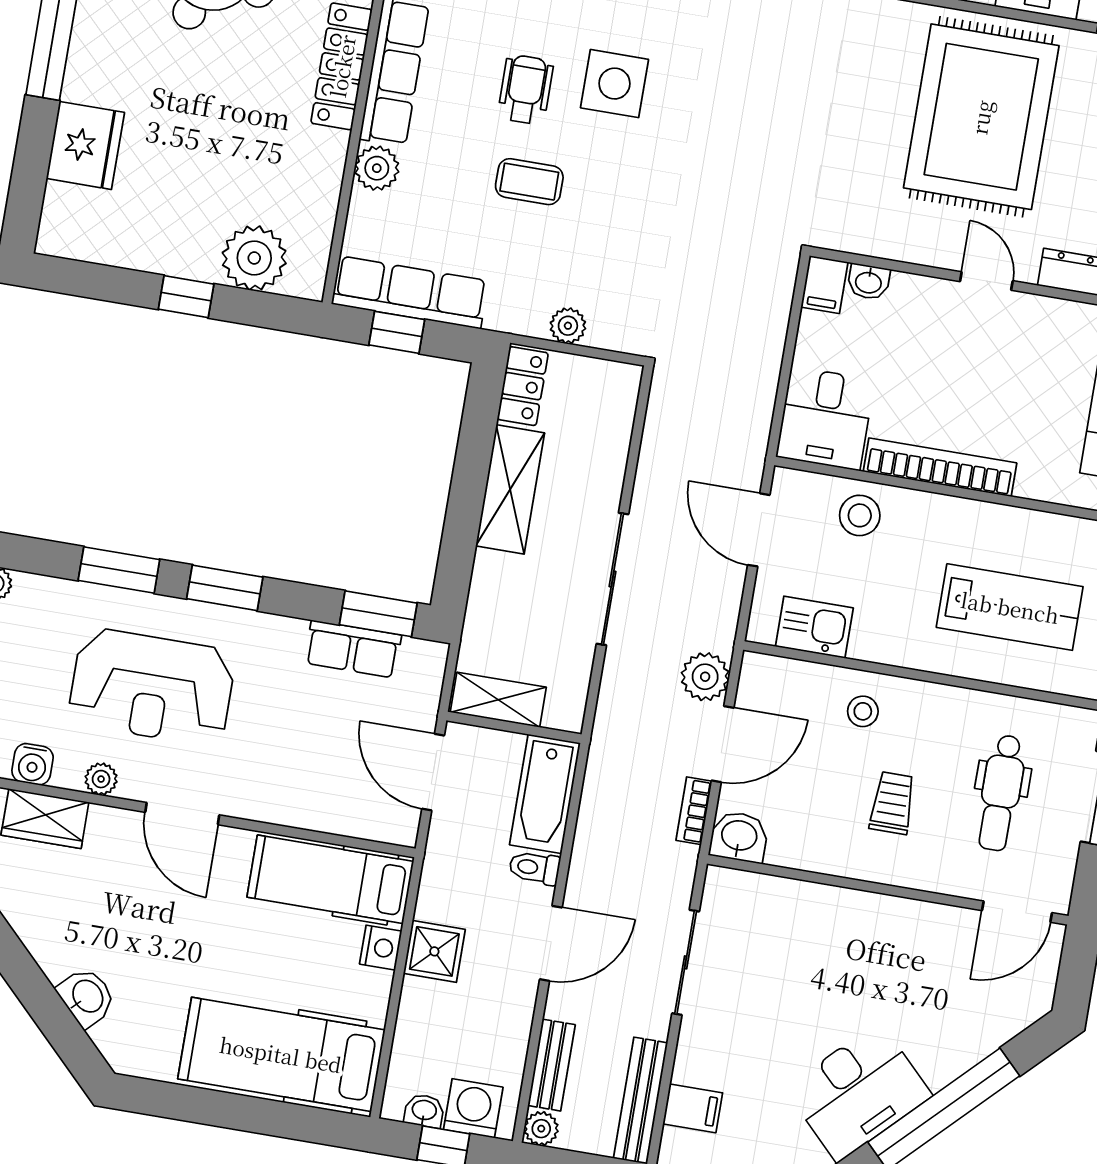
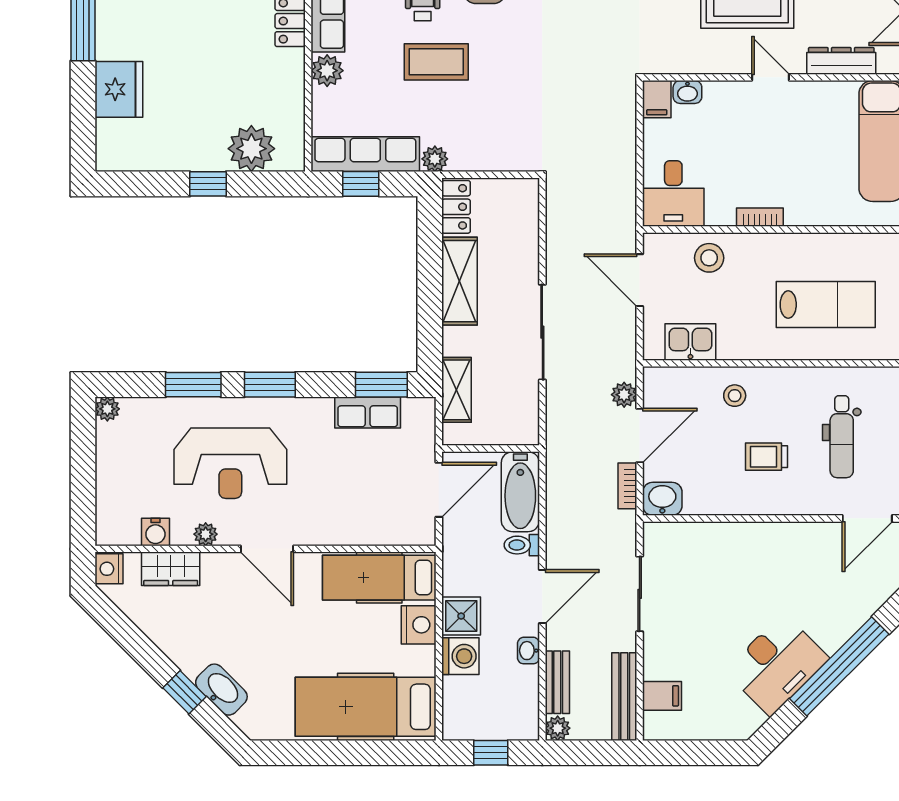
coffee table: (529, 182) -> (436, 62), width x1.36, depth x1.30
plant: (568, 326) -> (435, 159), moved
bookcase: (940, 467) -> (760, 217), width x0.43, depth x0.76
plant: (705, 677) -> (624, 395), width x0.73, depth x0.73
shelving: (498, 700) -> (457, 390), moved, turned 90
door: (433, 772) -> (439, 490), swing flipped
trolley: (892, 803) -> (766, 457), turned -90
nightstand: (381, 948) -> (419, 625), width x1.36, depth x1.33
window: (35, 992) -> (184, 692), added
washbasin: (87, 997) -> (221, 690), width x1.38
washing machine: (473, 1108) -> (460, 656), moved, turned 90
washbasin: (424, 1111) -> (528, 651), moved, turned -90

